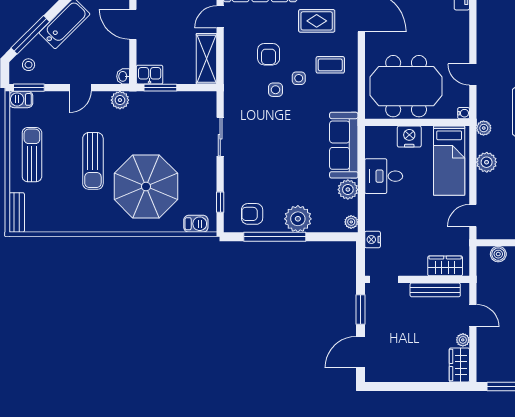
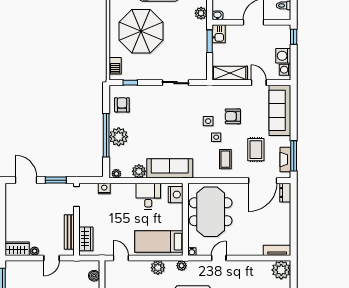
nightstand: (409, 137) -> (176, 195), moved
window: (275, 237) -> (106, 135), moved

